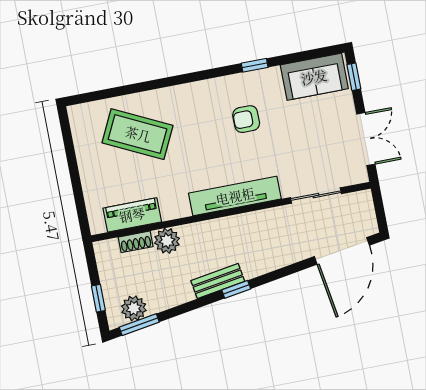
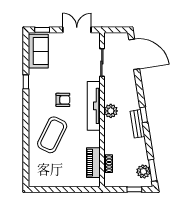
armchair: (246, 119) -> (63, 100), moved, turned -90
coffee table: (138, 134) -> (52, 135), moved
plant: (167, 241) -> (111, 111), moved

